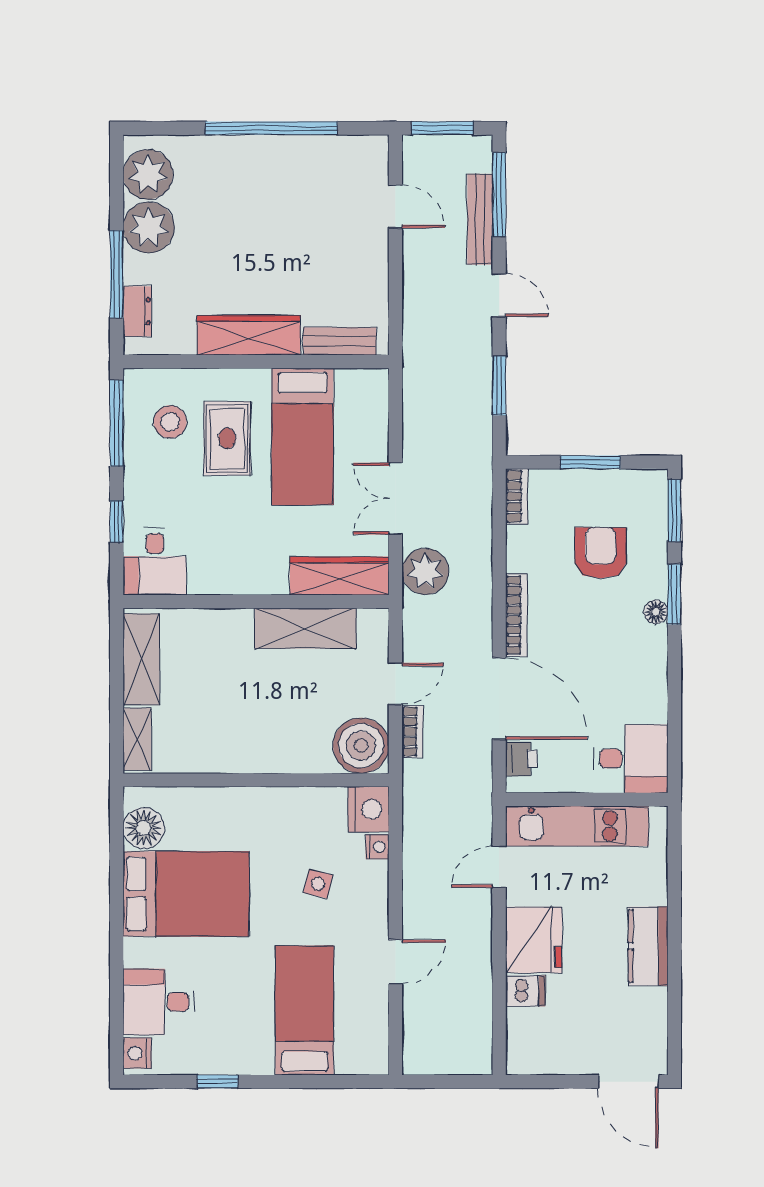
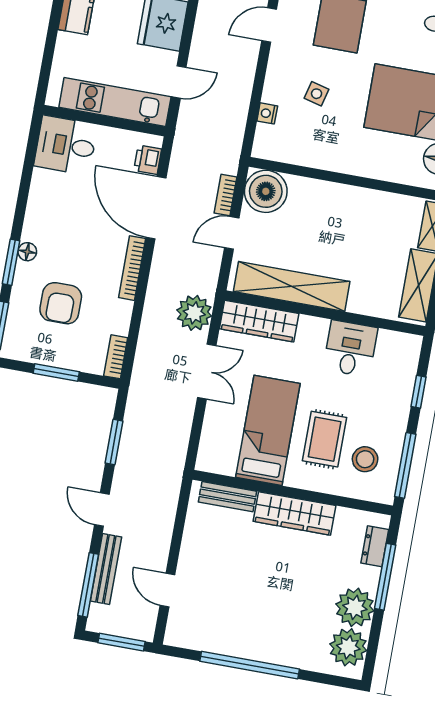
desk: (155, 562) -> (350, 349), moved
shelving: (305, 628) -> (292, 286), width x1.47
nightstand: (369, 809) -> (269, 143), removed

